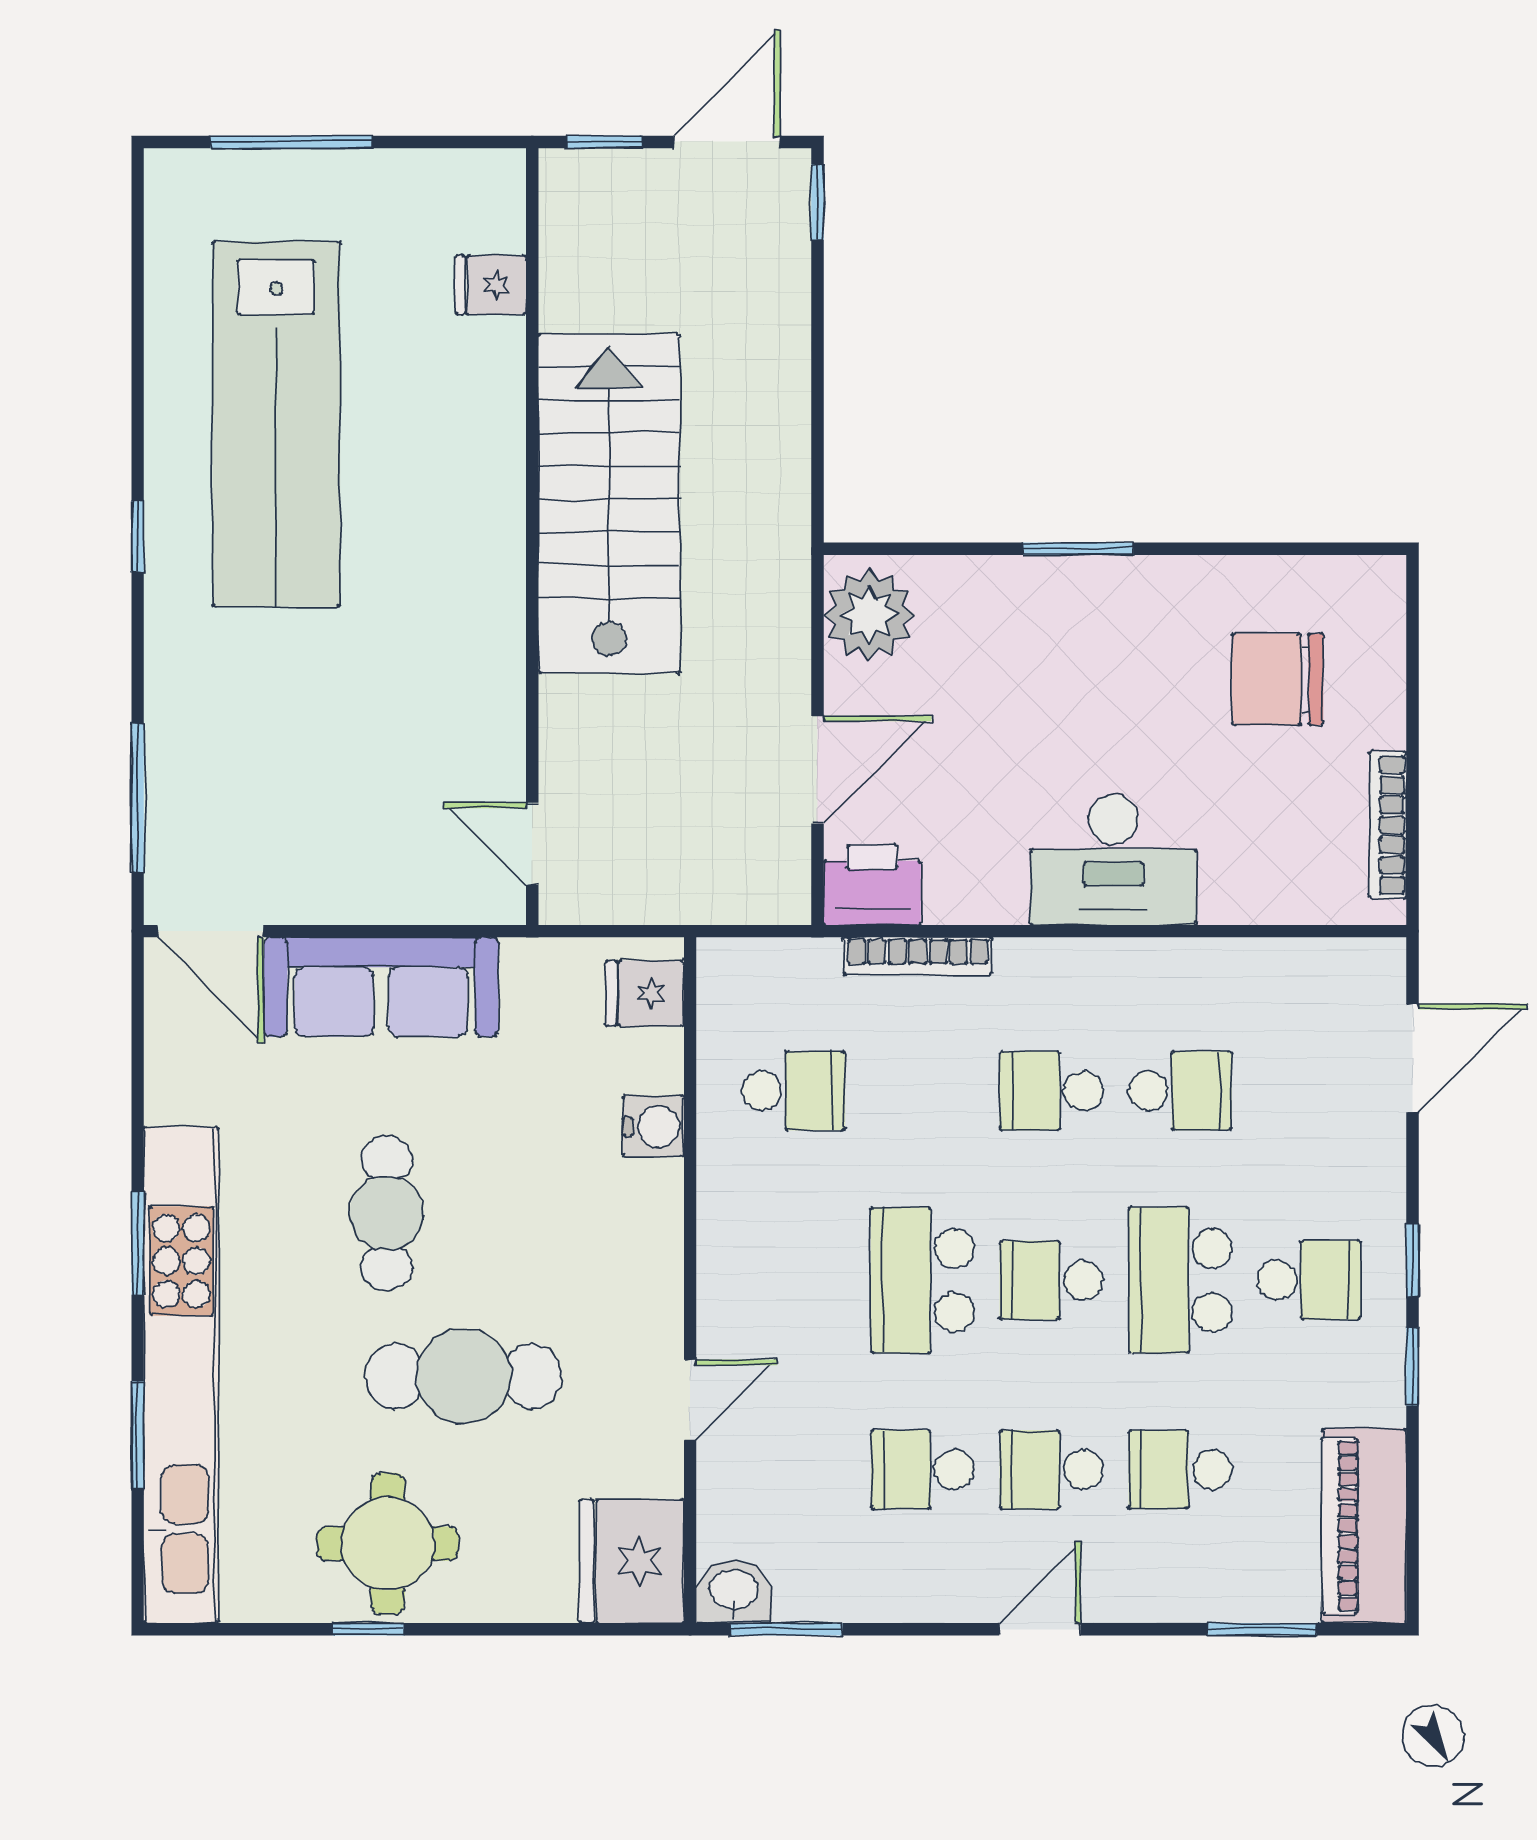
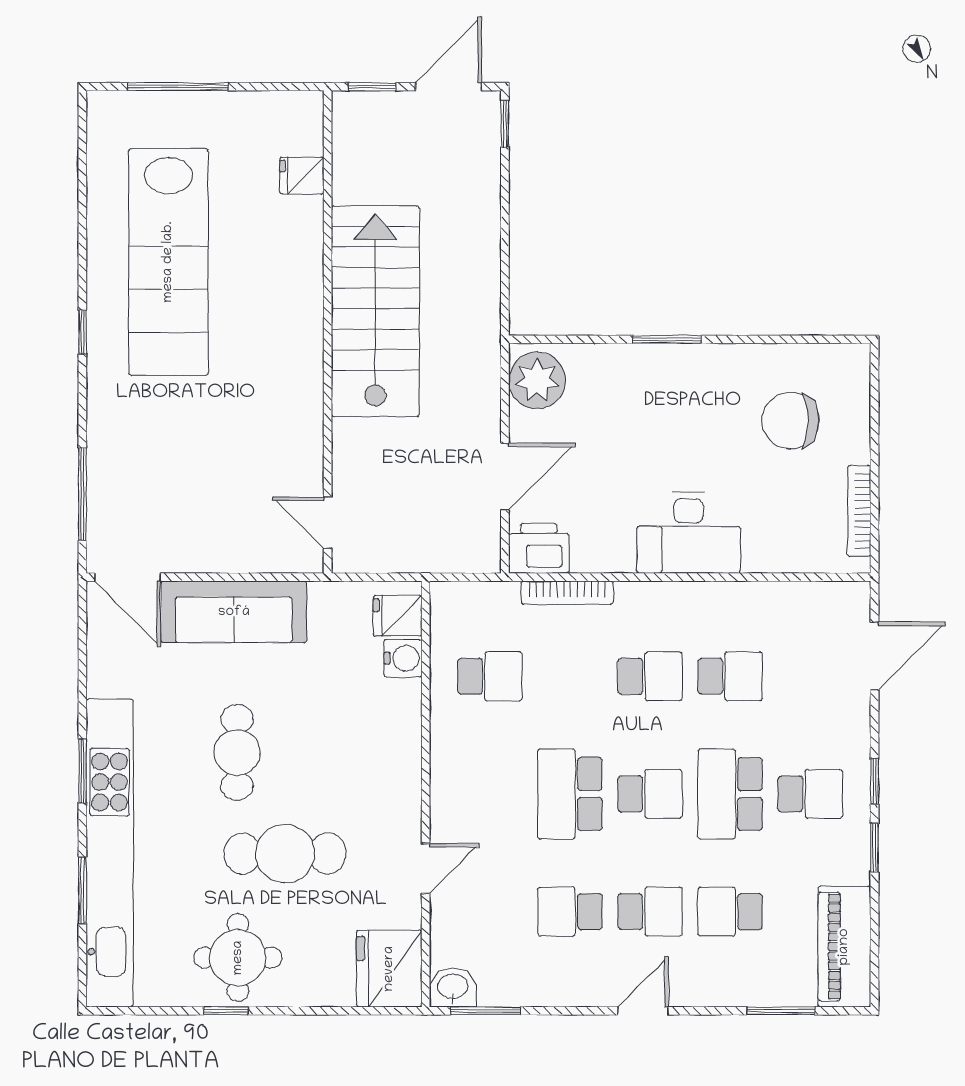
school desk: (1051, 1091) -> (650, 676), turned 180
water cooler: (654, 1126) -> (403, 658), moved
school desk: (1051, 1280) -> (650, 794), turned 180
school desk: (1051, 1470) -> (650, 912), turned 180

